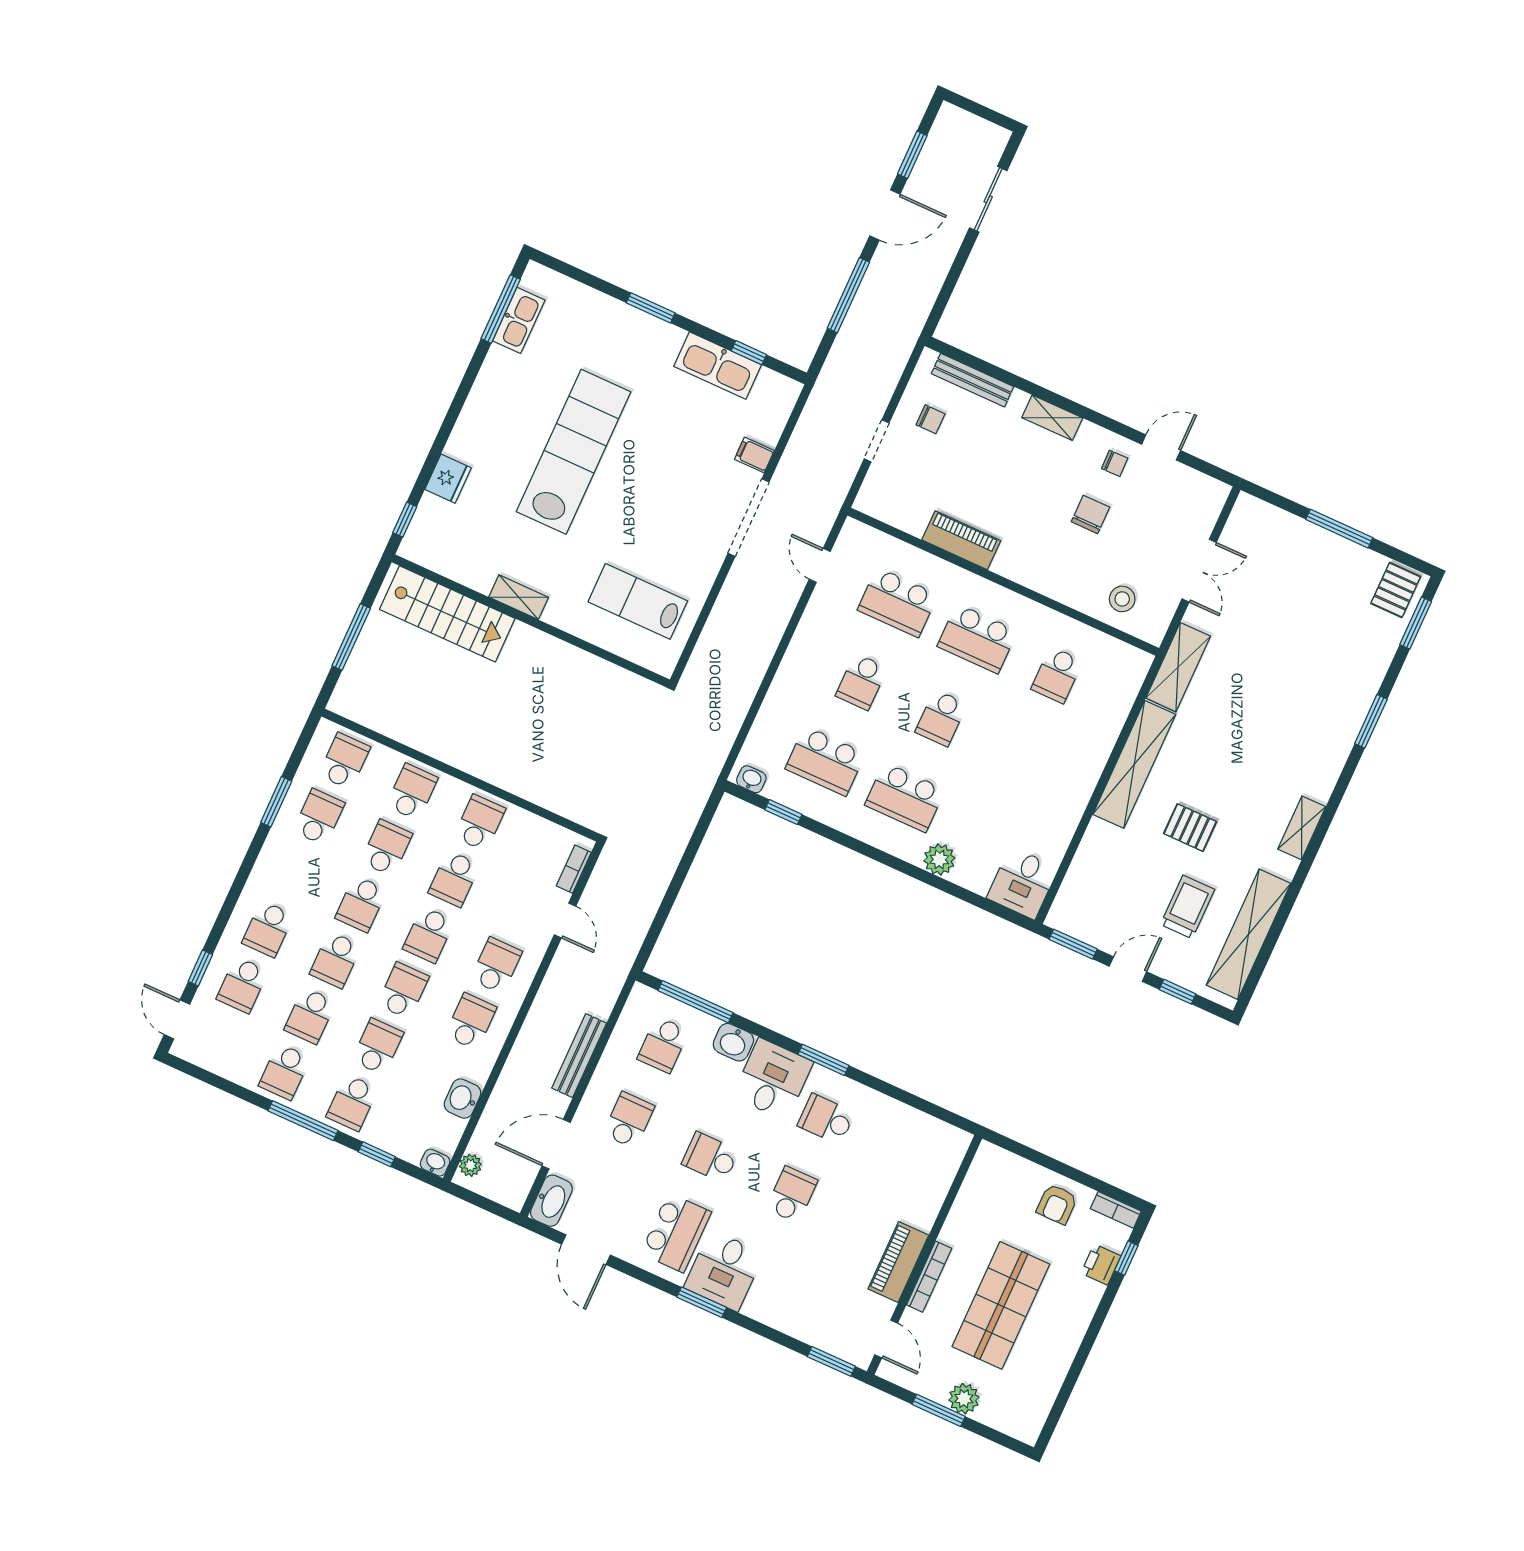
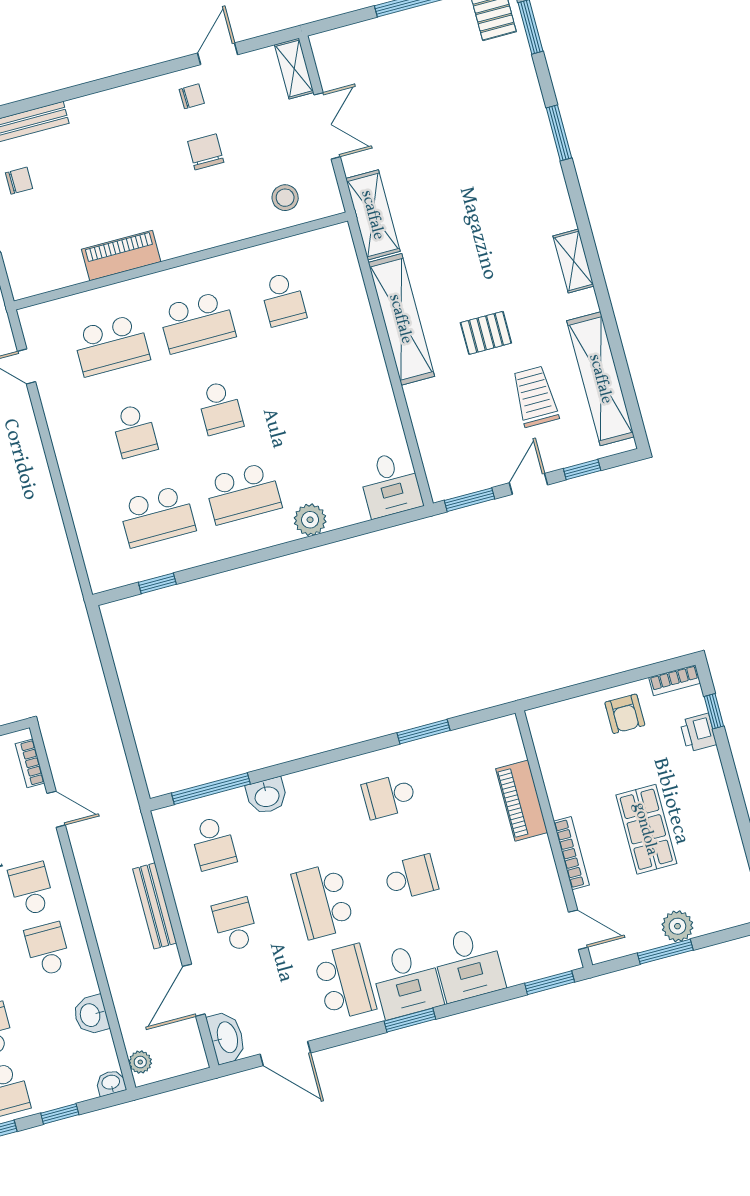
shelving: (1052, 418) -> (294, 69), moved, turned 90
washbasin: (751, 779) -> (111, 578), removed
window: (823, 1060) -> (423, 732), moved
desk: (773, 1079) -> (468, 964), moved, turned 180
school desk: (710, 1157) -> (323, 901), width x1.85
school desk: (792, 1194) -> (411, 877), turned 90
piano: (898, 1262) -> (522, 801), moved
shop shelf: (1001, 1305) -> (646, 829), width x0.70, depth x0.74

